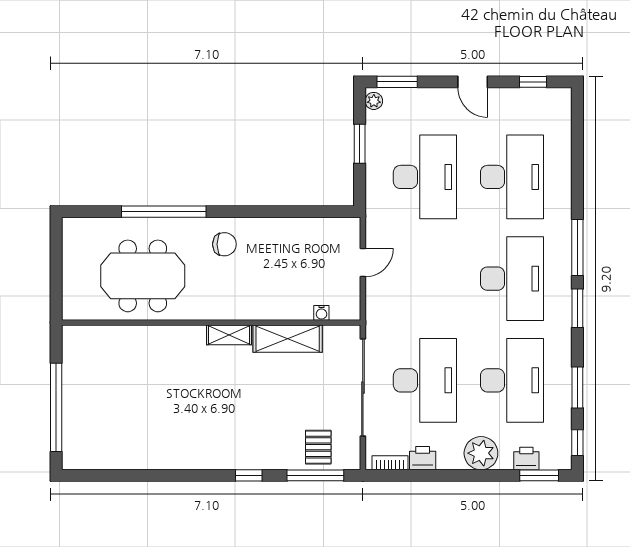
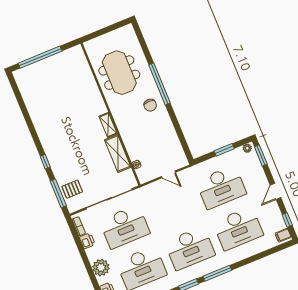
filing cabinet: (557, 101) -> (283, 235), added
window: (164, 212) -> (160, 84), moved

